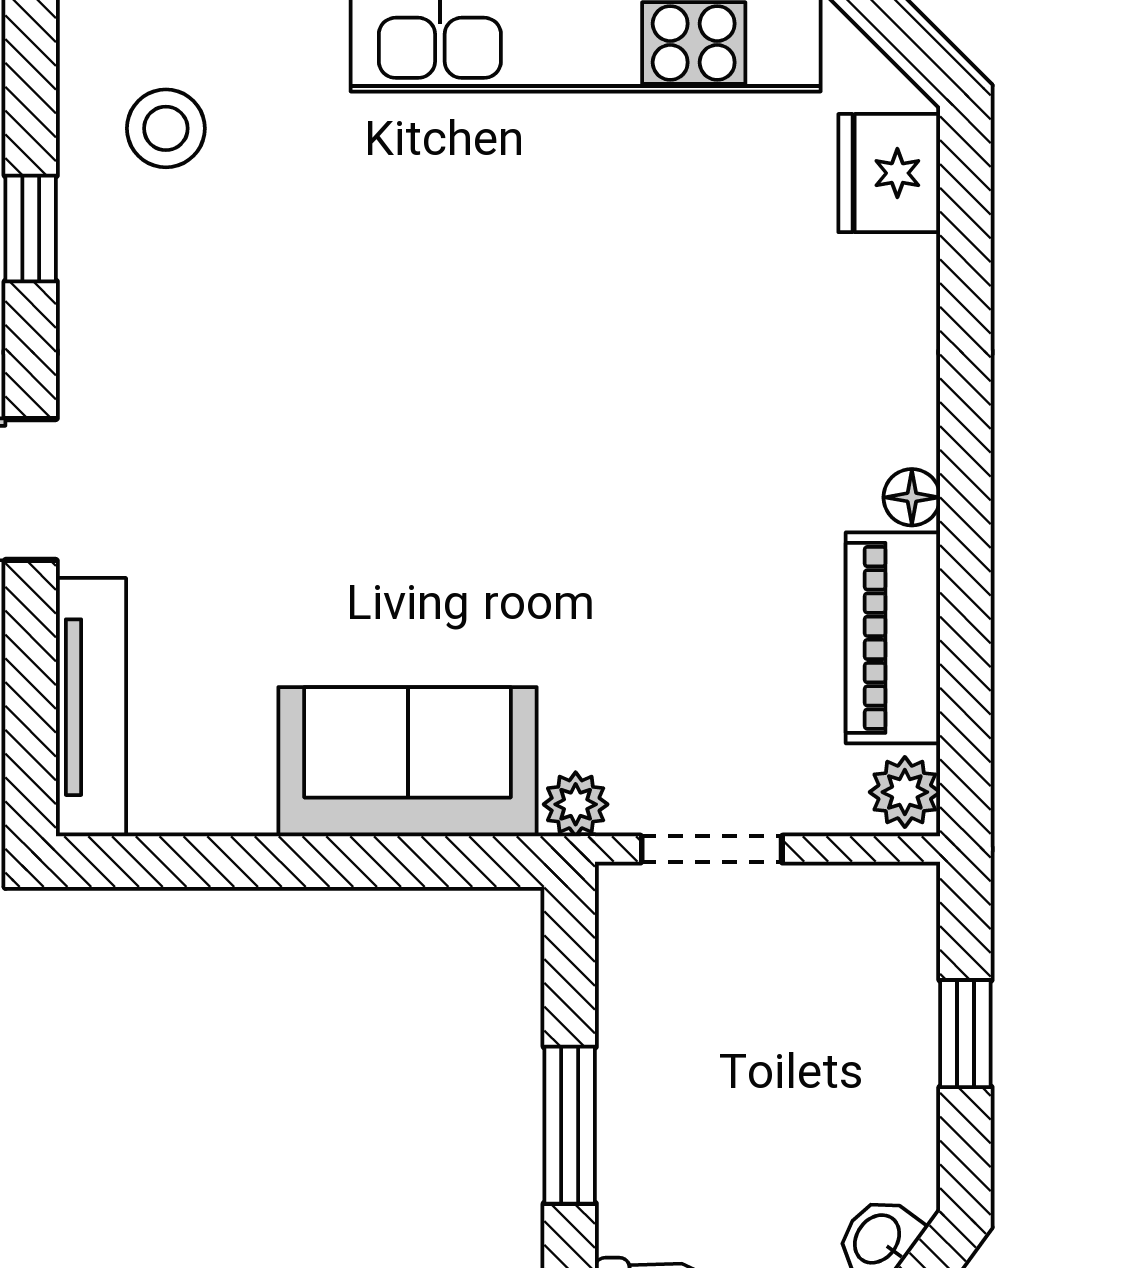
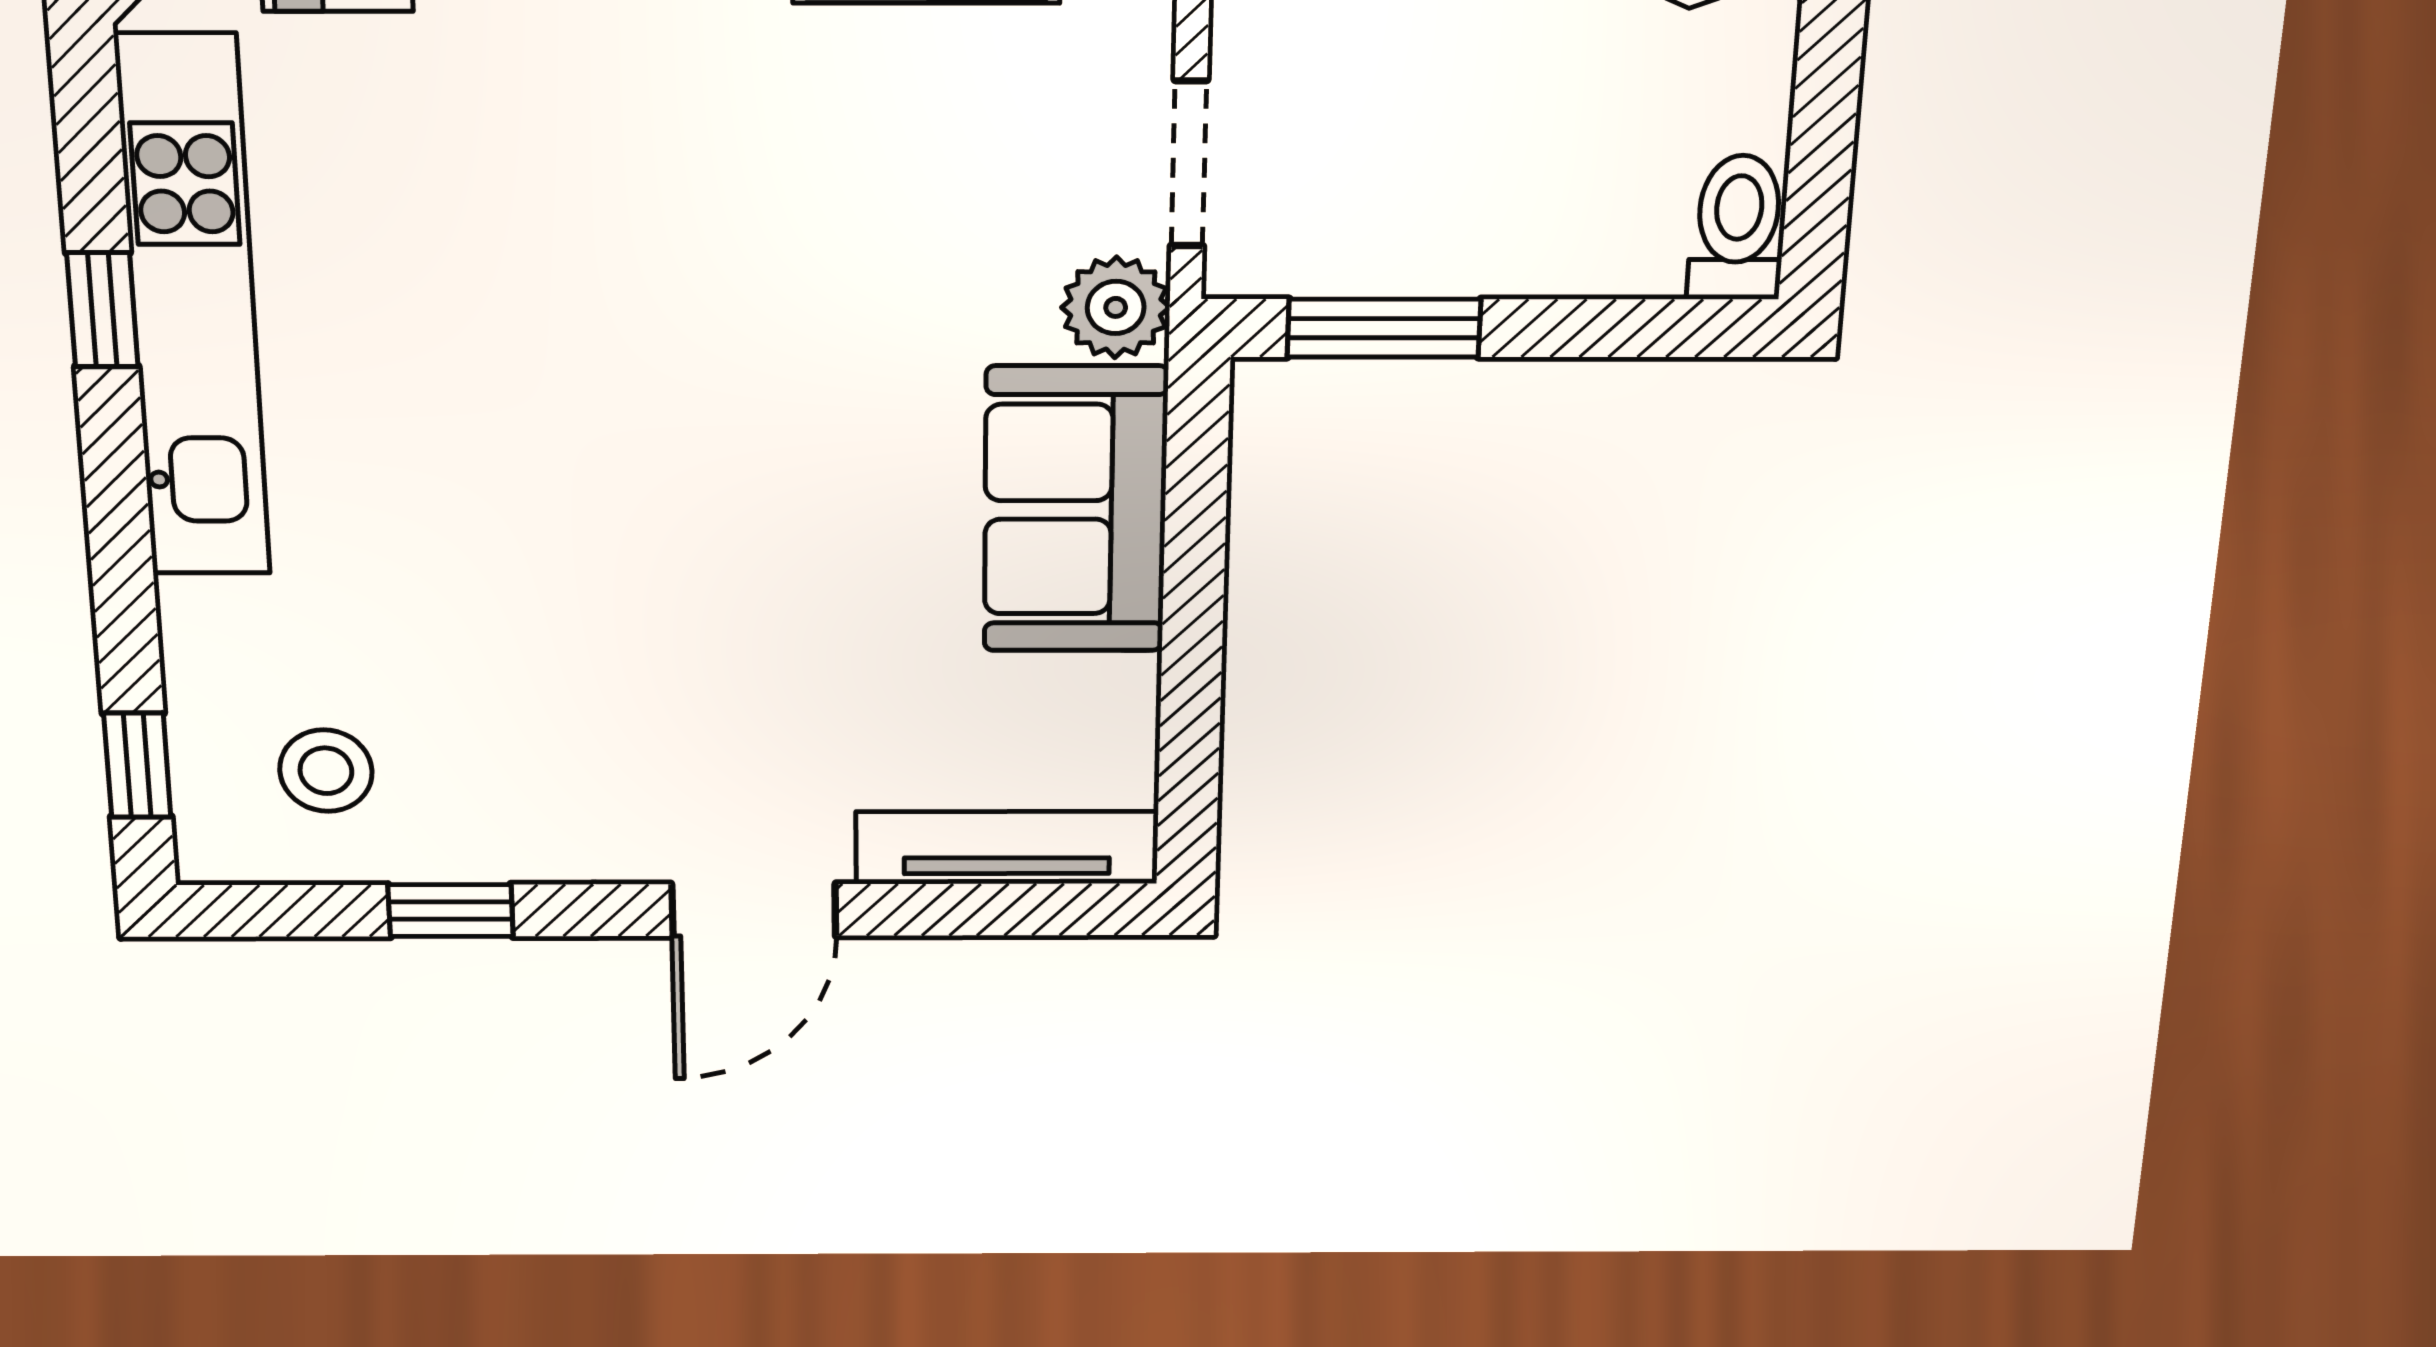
plant: (576, 804) -> (1116, 307), width x1.38, depth x1.38
window: (570, 1125) -> (1384, 328), moved

